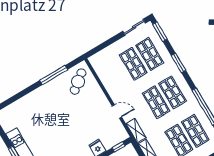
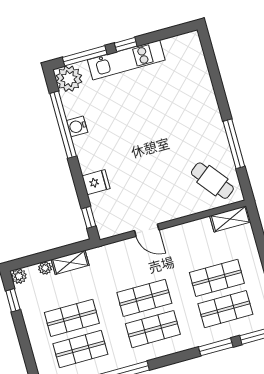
window: (179, 63) -> (216, 347), moved
door: (117, 111) -> (147, 230), hinge flipped
shelving: (136, 131) -> (230, 219), moved

